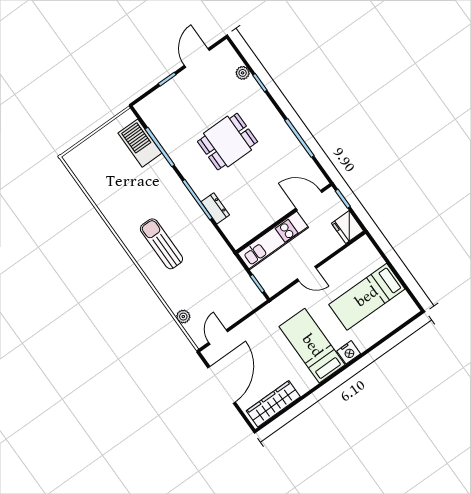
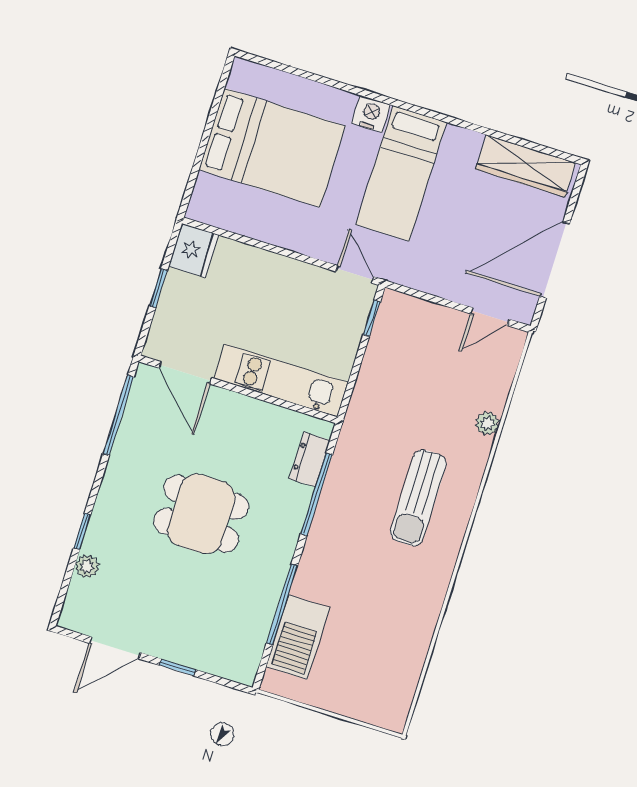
door: (309, 200) -> (185, 373), moved
wall: (284, 218) -> (238, 389), moved
kitchen unit: (273, 240) -> (281, 380), moved
door: (307, 274) -> (355, 274), moved
bed: (367, 297) -> (272, 148), width x1.50
plant: (183, 317) -> (487, 423), moved

